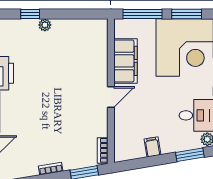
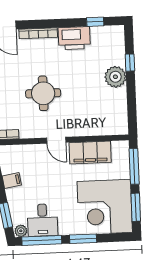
plant: (45, 25) -> (115, 77), width x1.87, depth x1.87
round table: (60, 109) -> (43, 93), added

